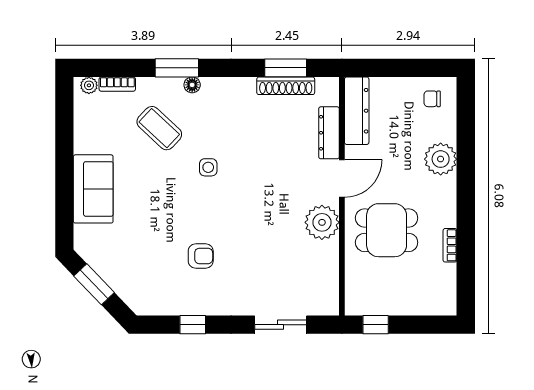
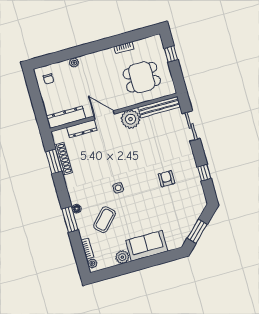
plant: (85, 141) -> (122, 257), added
plant: (441, 159) -> (74, 63), width x0.53, depth x0.53
dining table: (387, 230) -> (142, 77), moved, turned 90
bench: (329, 278) -> (159, 107), added
window: (376, 325) -> (171, 54), moved

